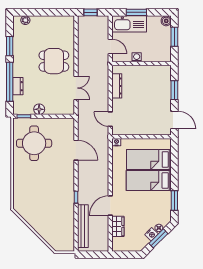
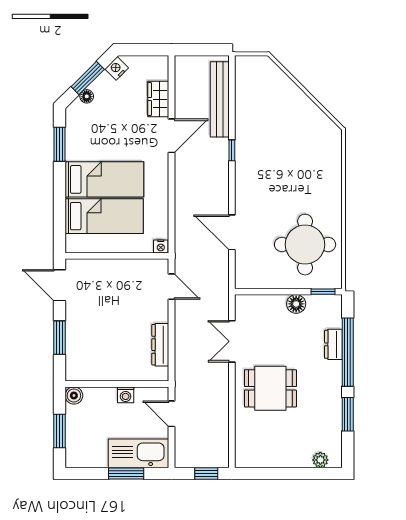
boiler: (166, 21) -> (74, 396), moved
nightstand: (151, 234) -> (117, 68), moved

